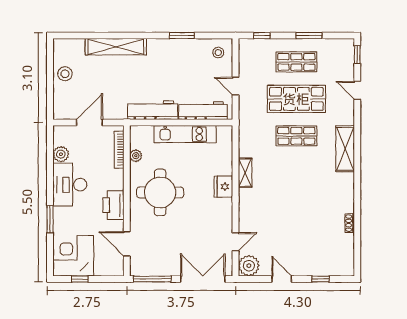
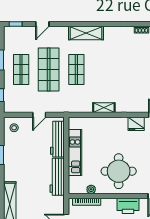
fridge: (223, 187) -> (136, 124), moved

